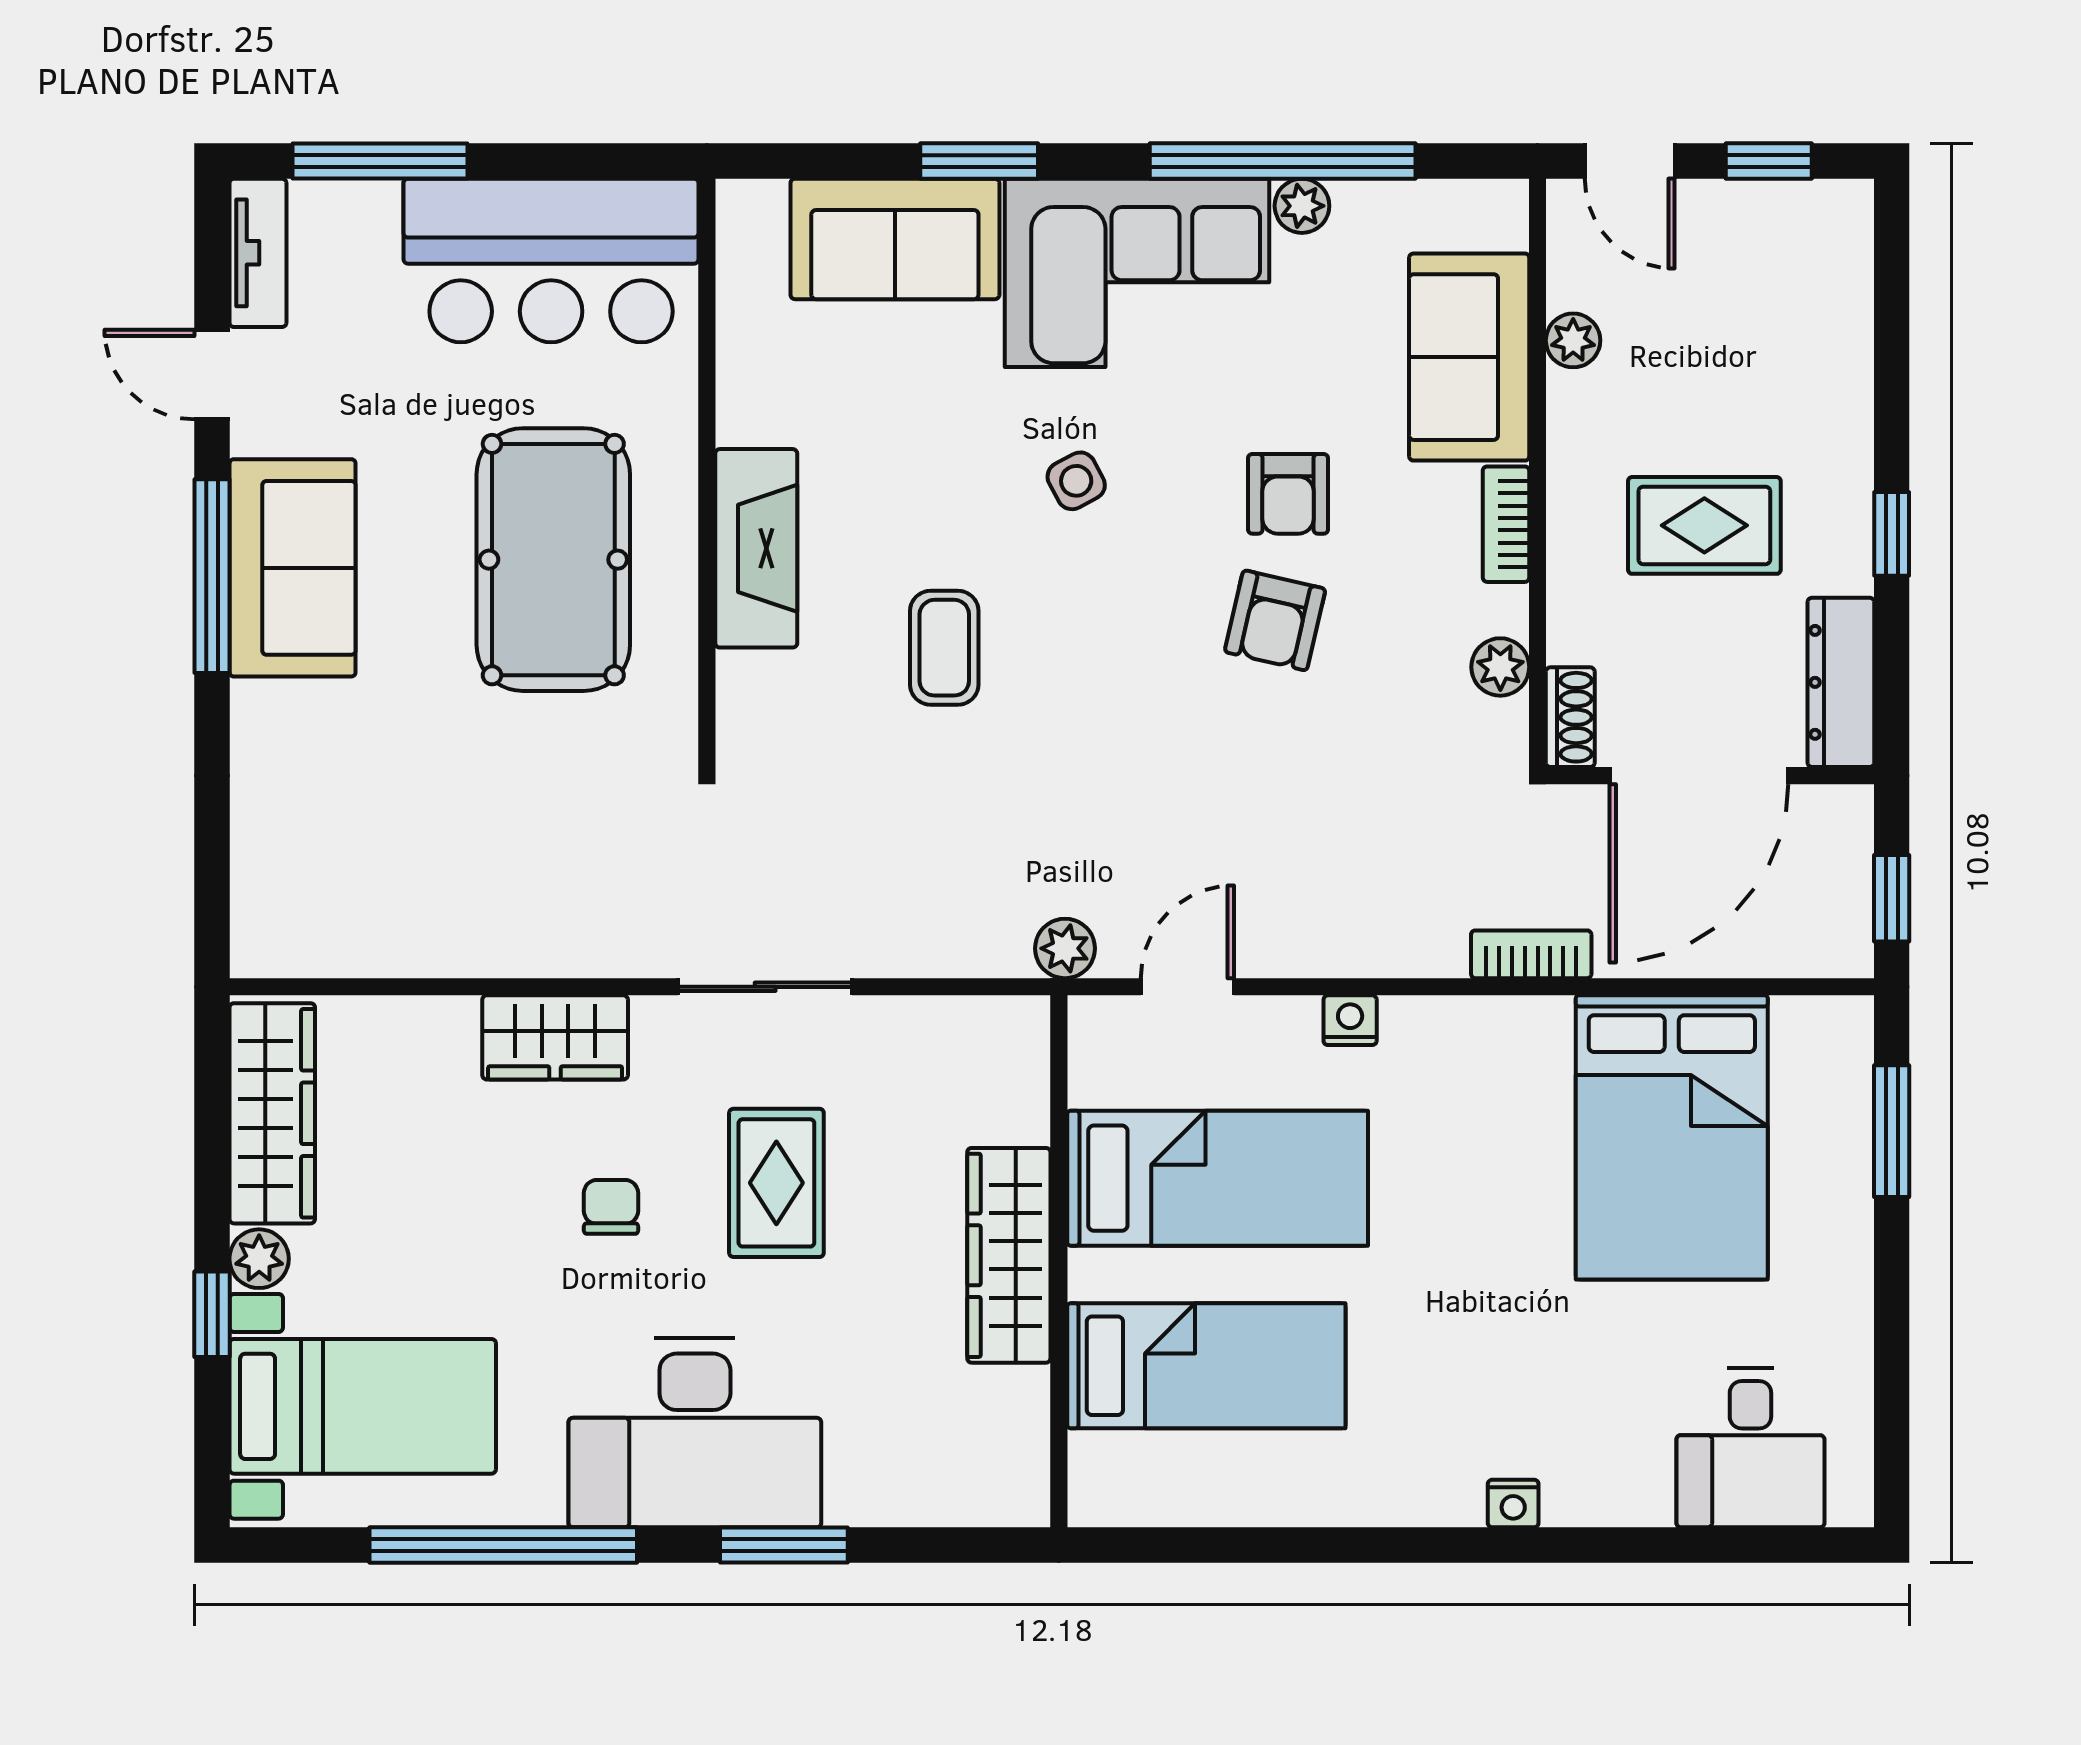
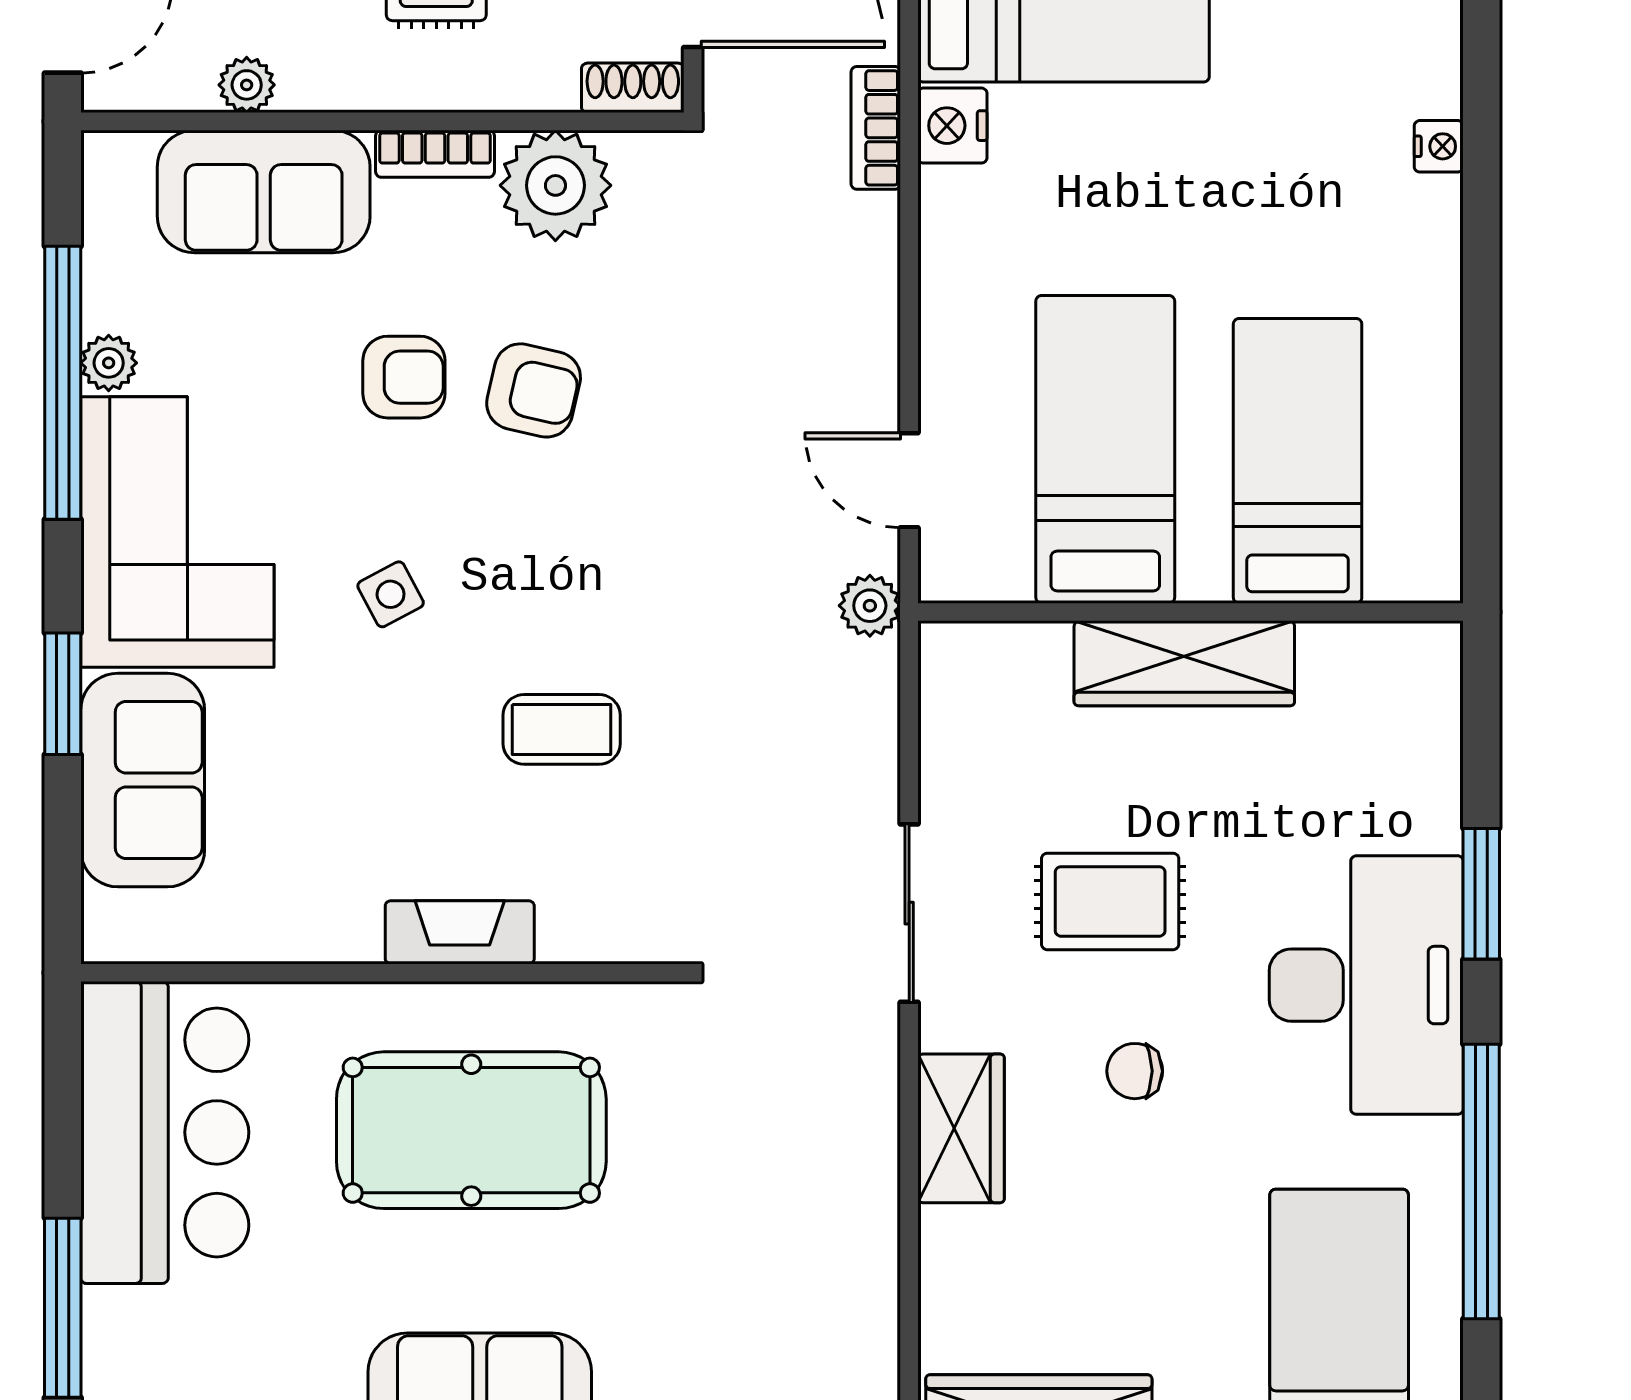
fireplace: (756, 548) -> (460, 932), width x0.73, depth x0.76
plant: (1500, 667) -> (555, 185), width x1.87, depth x1.87
nightstand: (1350, 1020) -> (952, 126), moved, width x1.39, depth x1.35

